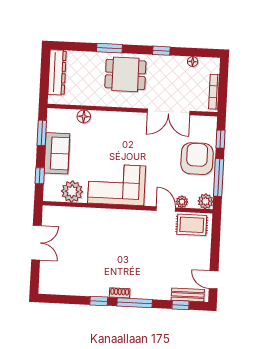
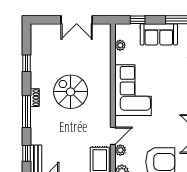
plant: (72, 191) -> (120, 45), width x0.53, depth x0.53
spiral stairs: (115, 253) -> (71, 92), added
window: (99, 301) -> (26, 63), moved

